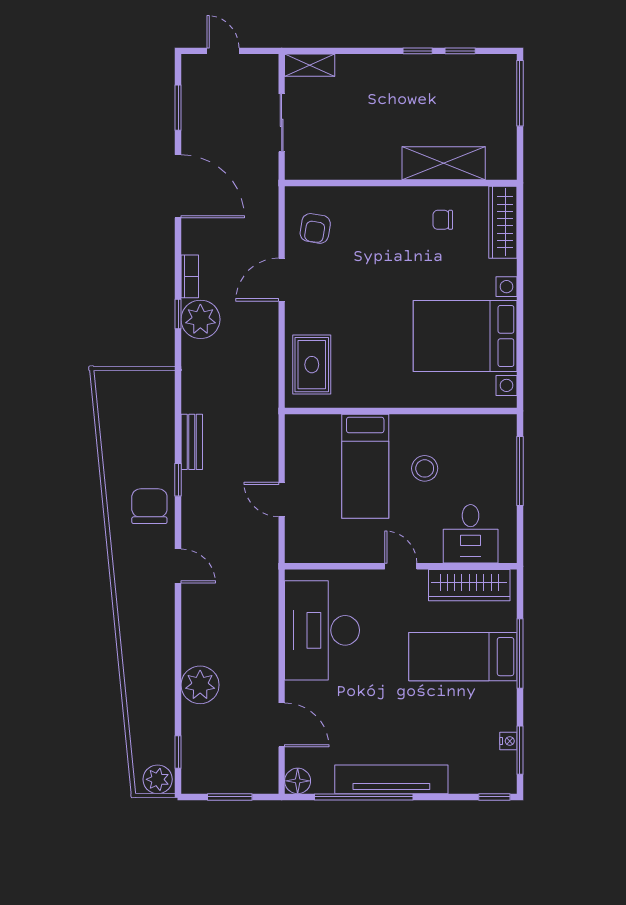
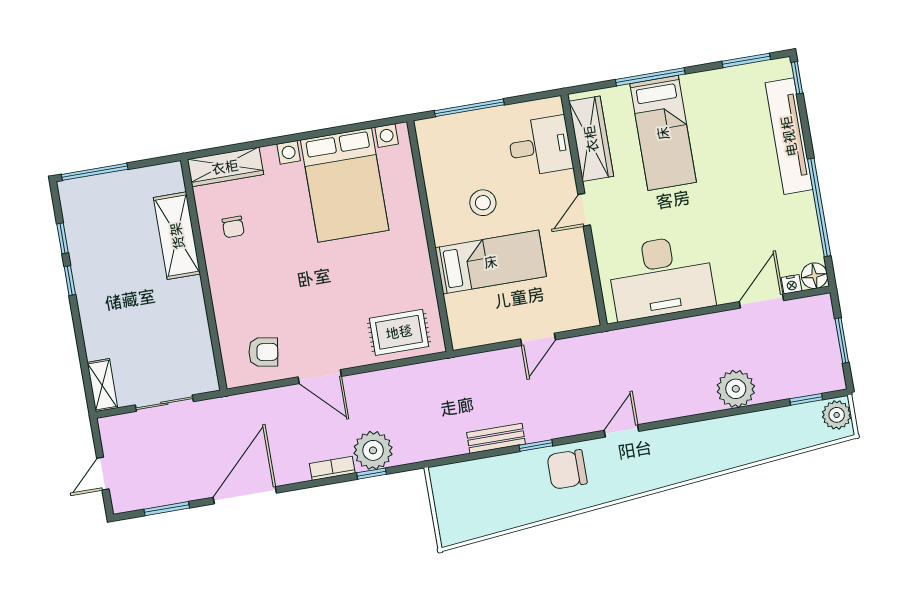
nightstand: (508, 741) -> (792, 284), moved, turned 180
tv unit: (391, 779) -> (789, 136), moved

